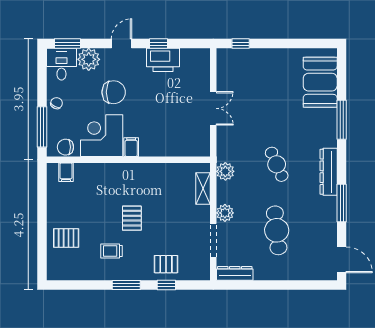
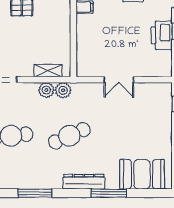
cafe table: (277, 164) -> (69, 136), width x1.37, depth x1.35
dresser: (329, 172) -> (84, 182), moved
plant: (225, 213) -> (46, 90), moved

